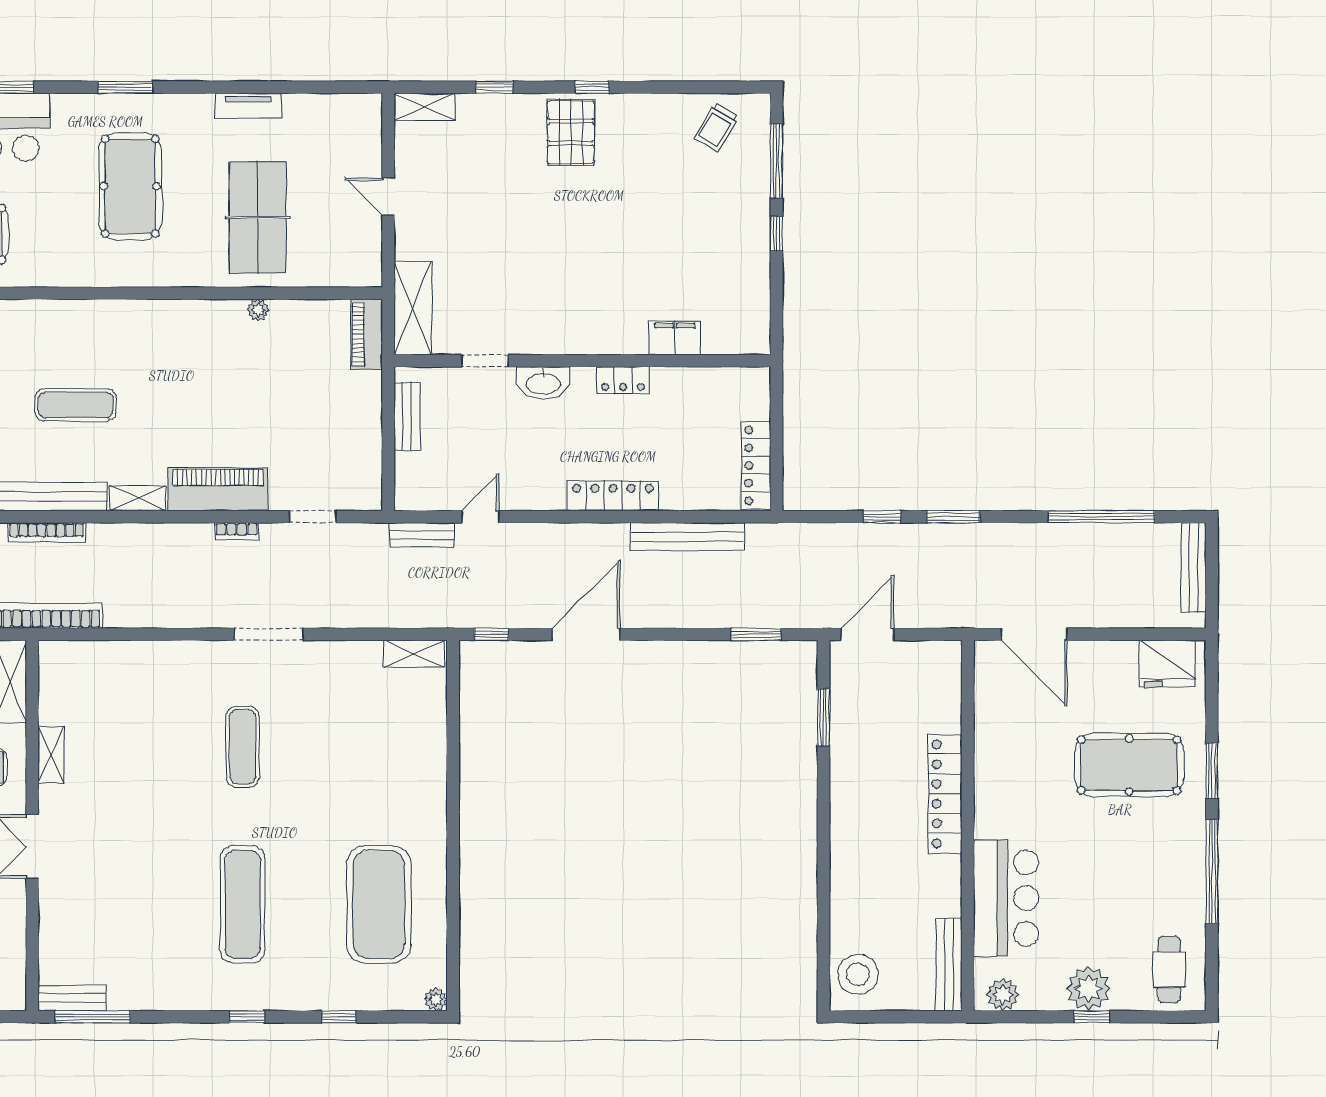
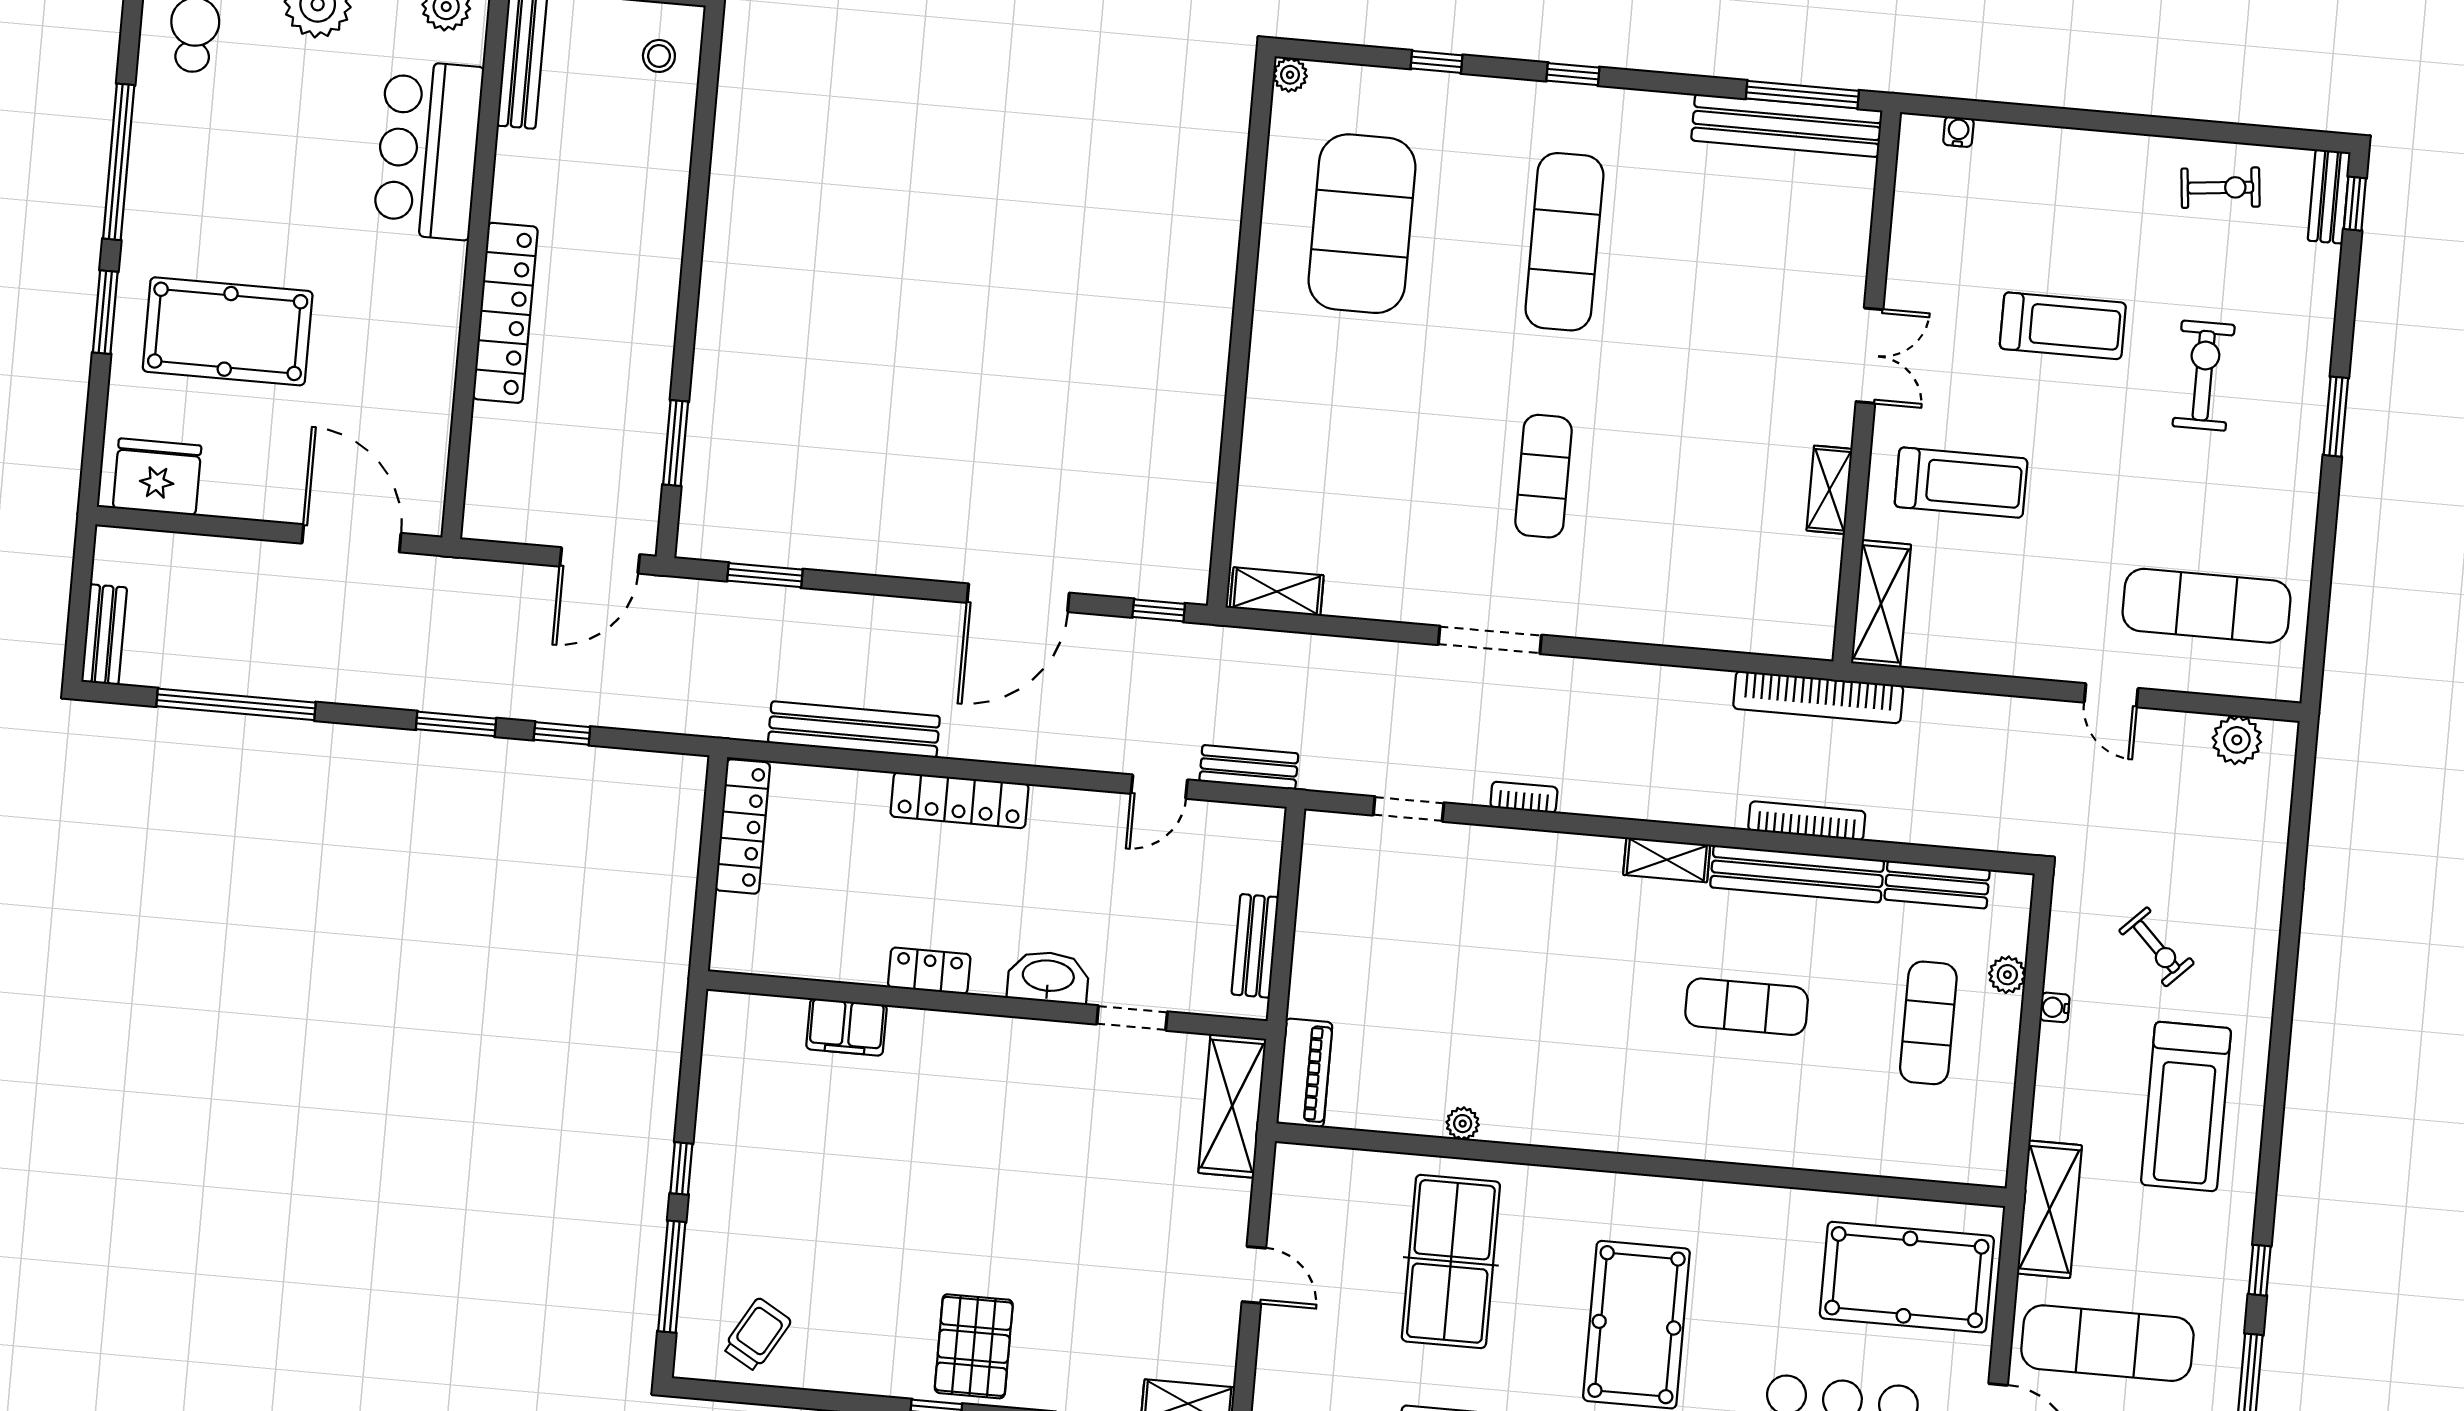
piano: (218, 489) -> (1546, 863), removed
bench: (1193, 567) -> (104, 635), width x0.73
stool: (858, 974) -> (659, 56), width x0.53, depth x0.53
bench: (72, 998) -> (1787, 125), width x1.86, depth x1.21

